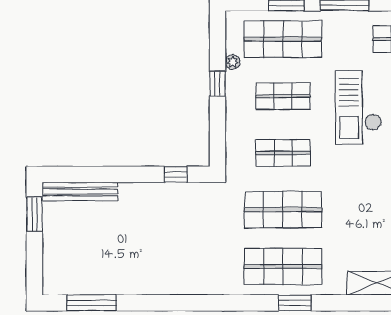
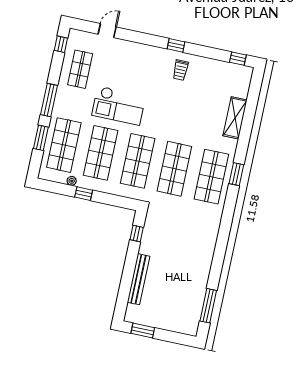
shop shelf: (283, 96) -> (101, 153), width x1.43, depth x1.36
shop shelf: (283, 153) -> (138, 161), width x1.43, depth x1.36
bench: (80, 192) -> (138, 279), moved

